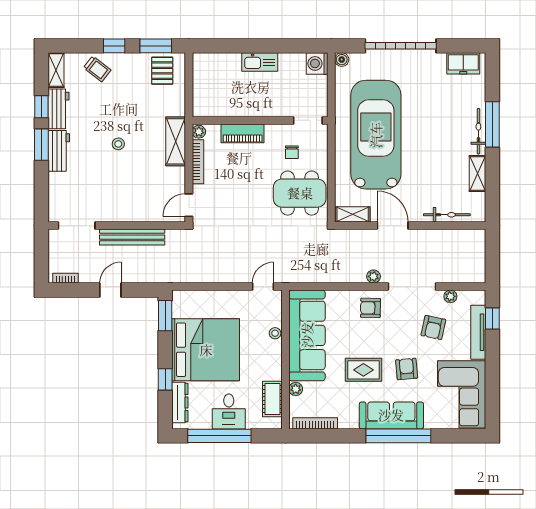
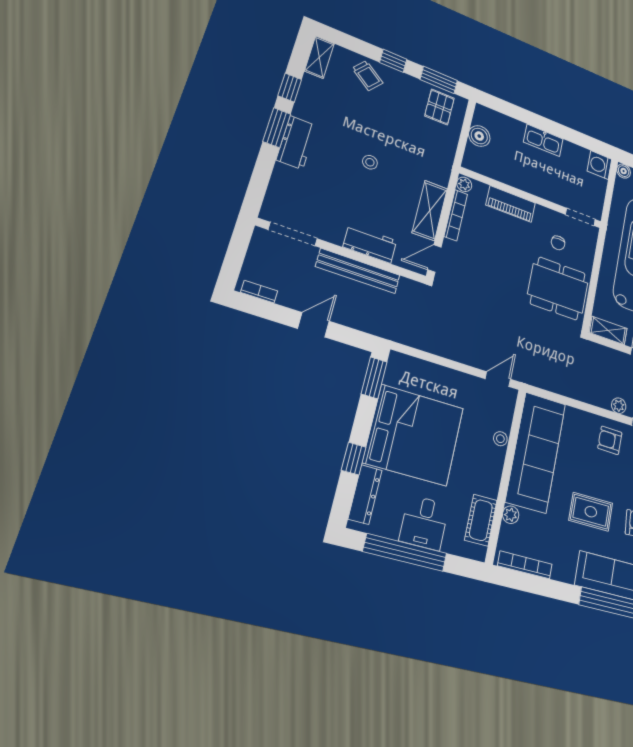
boiler: (202, 83) -> (479, 136), added
workbench: (58, 109) -> (370, 244), moved, turned -90
shelving: (176, 141) -> (430, 210), moved

